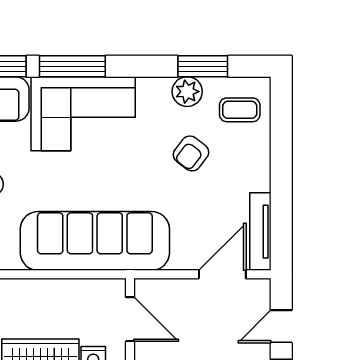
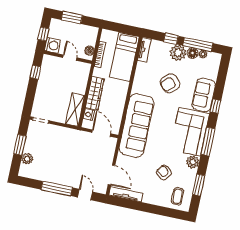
window: (72, 66) -> (208, 142), moved
plant: (187, 92) -> (193, 162), moved
door: (130, 319) -> (101, 133), swing flipped

